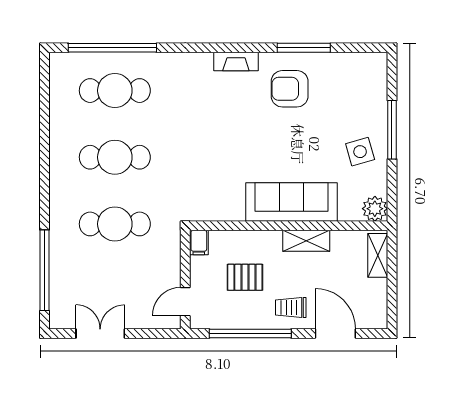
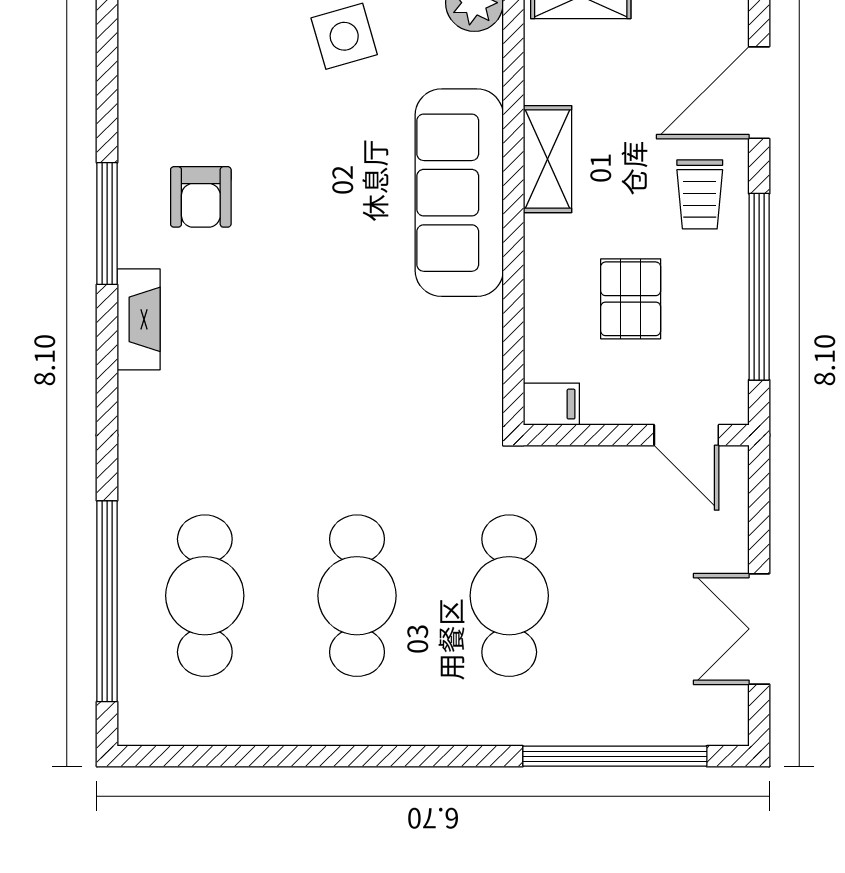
window: (304, 48) -> (107, 224), moved
armchair: (290, 89) -> (201, 197), width x0.72, depth x0.72

